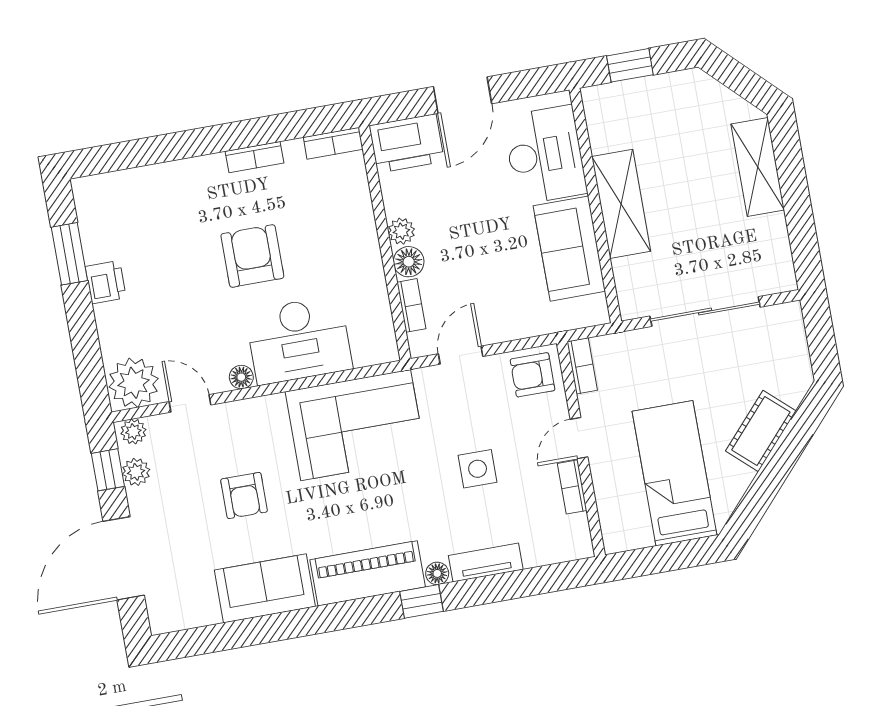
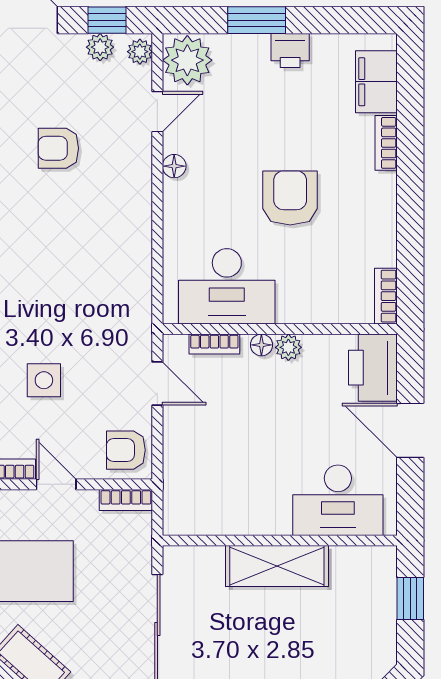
bookcase: (254, 157) -> (386, 143), moved
filing cabinet: (121, 191) -> (376, 82), added
sofa: (569, 249) -> (242, 508), removed
window: (69, 254) -> (257, 20), moved
armchair: (252, 256) -> (290, 198), turned -90
floor lamp: (409, 262) -> (261, 345), width x0.73, depth x0.73
desk: (299, 340) -> (227, 286), moved, turned -90
armchair: (533, 375) -> (126, 450), turned -90
corner sofa: (356, 425) -> (108, 269), removed

